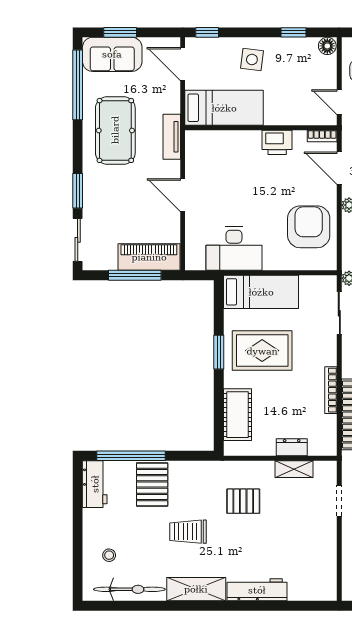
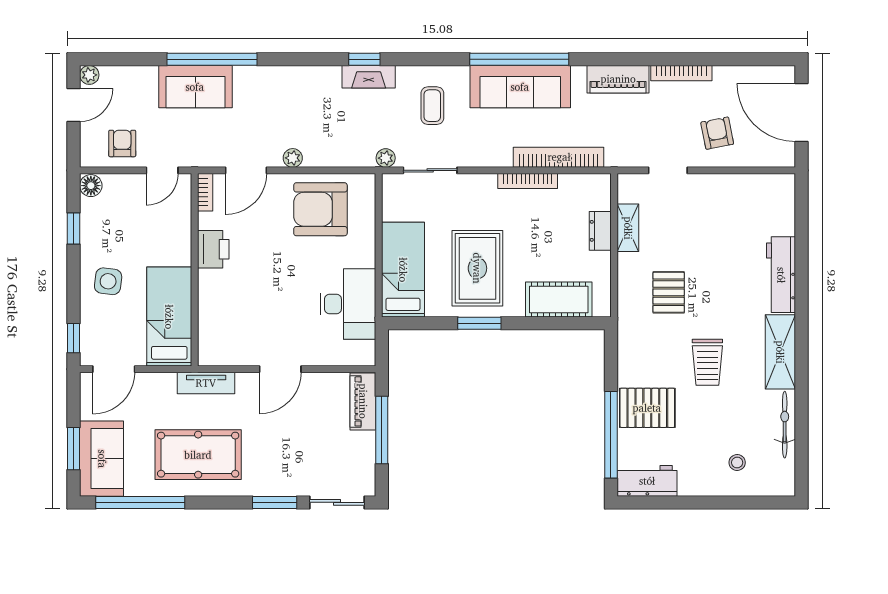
piano: (149, 257) -> (363, 401), width x0.73, depth x0.75
bicycle: (129, 589) -> (785, 425), width x0.73, depth x0.71

